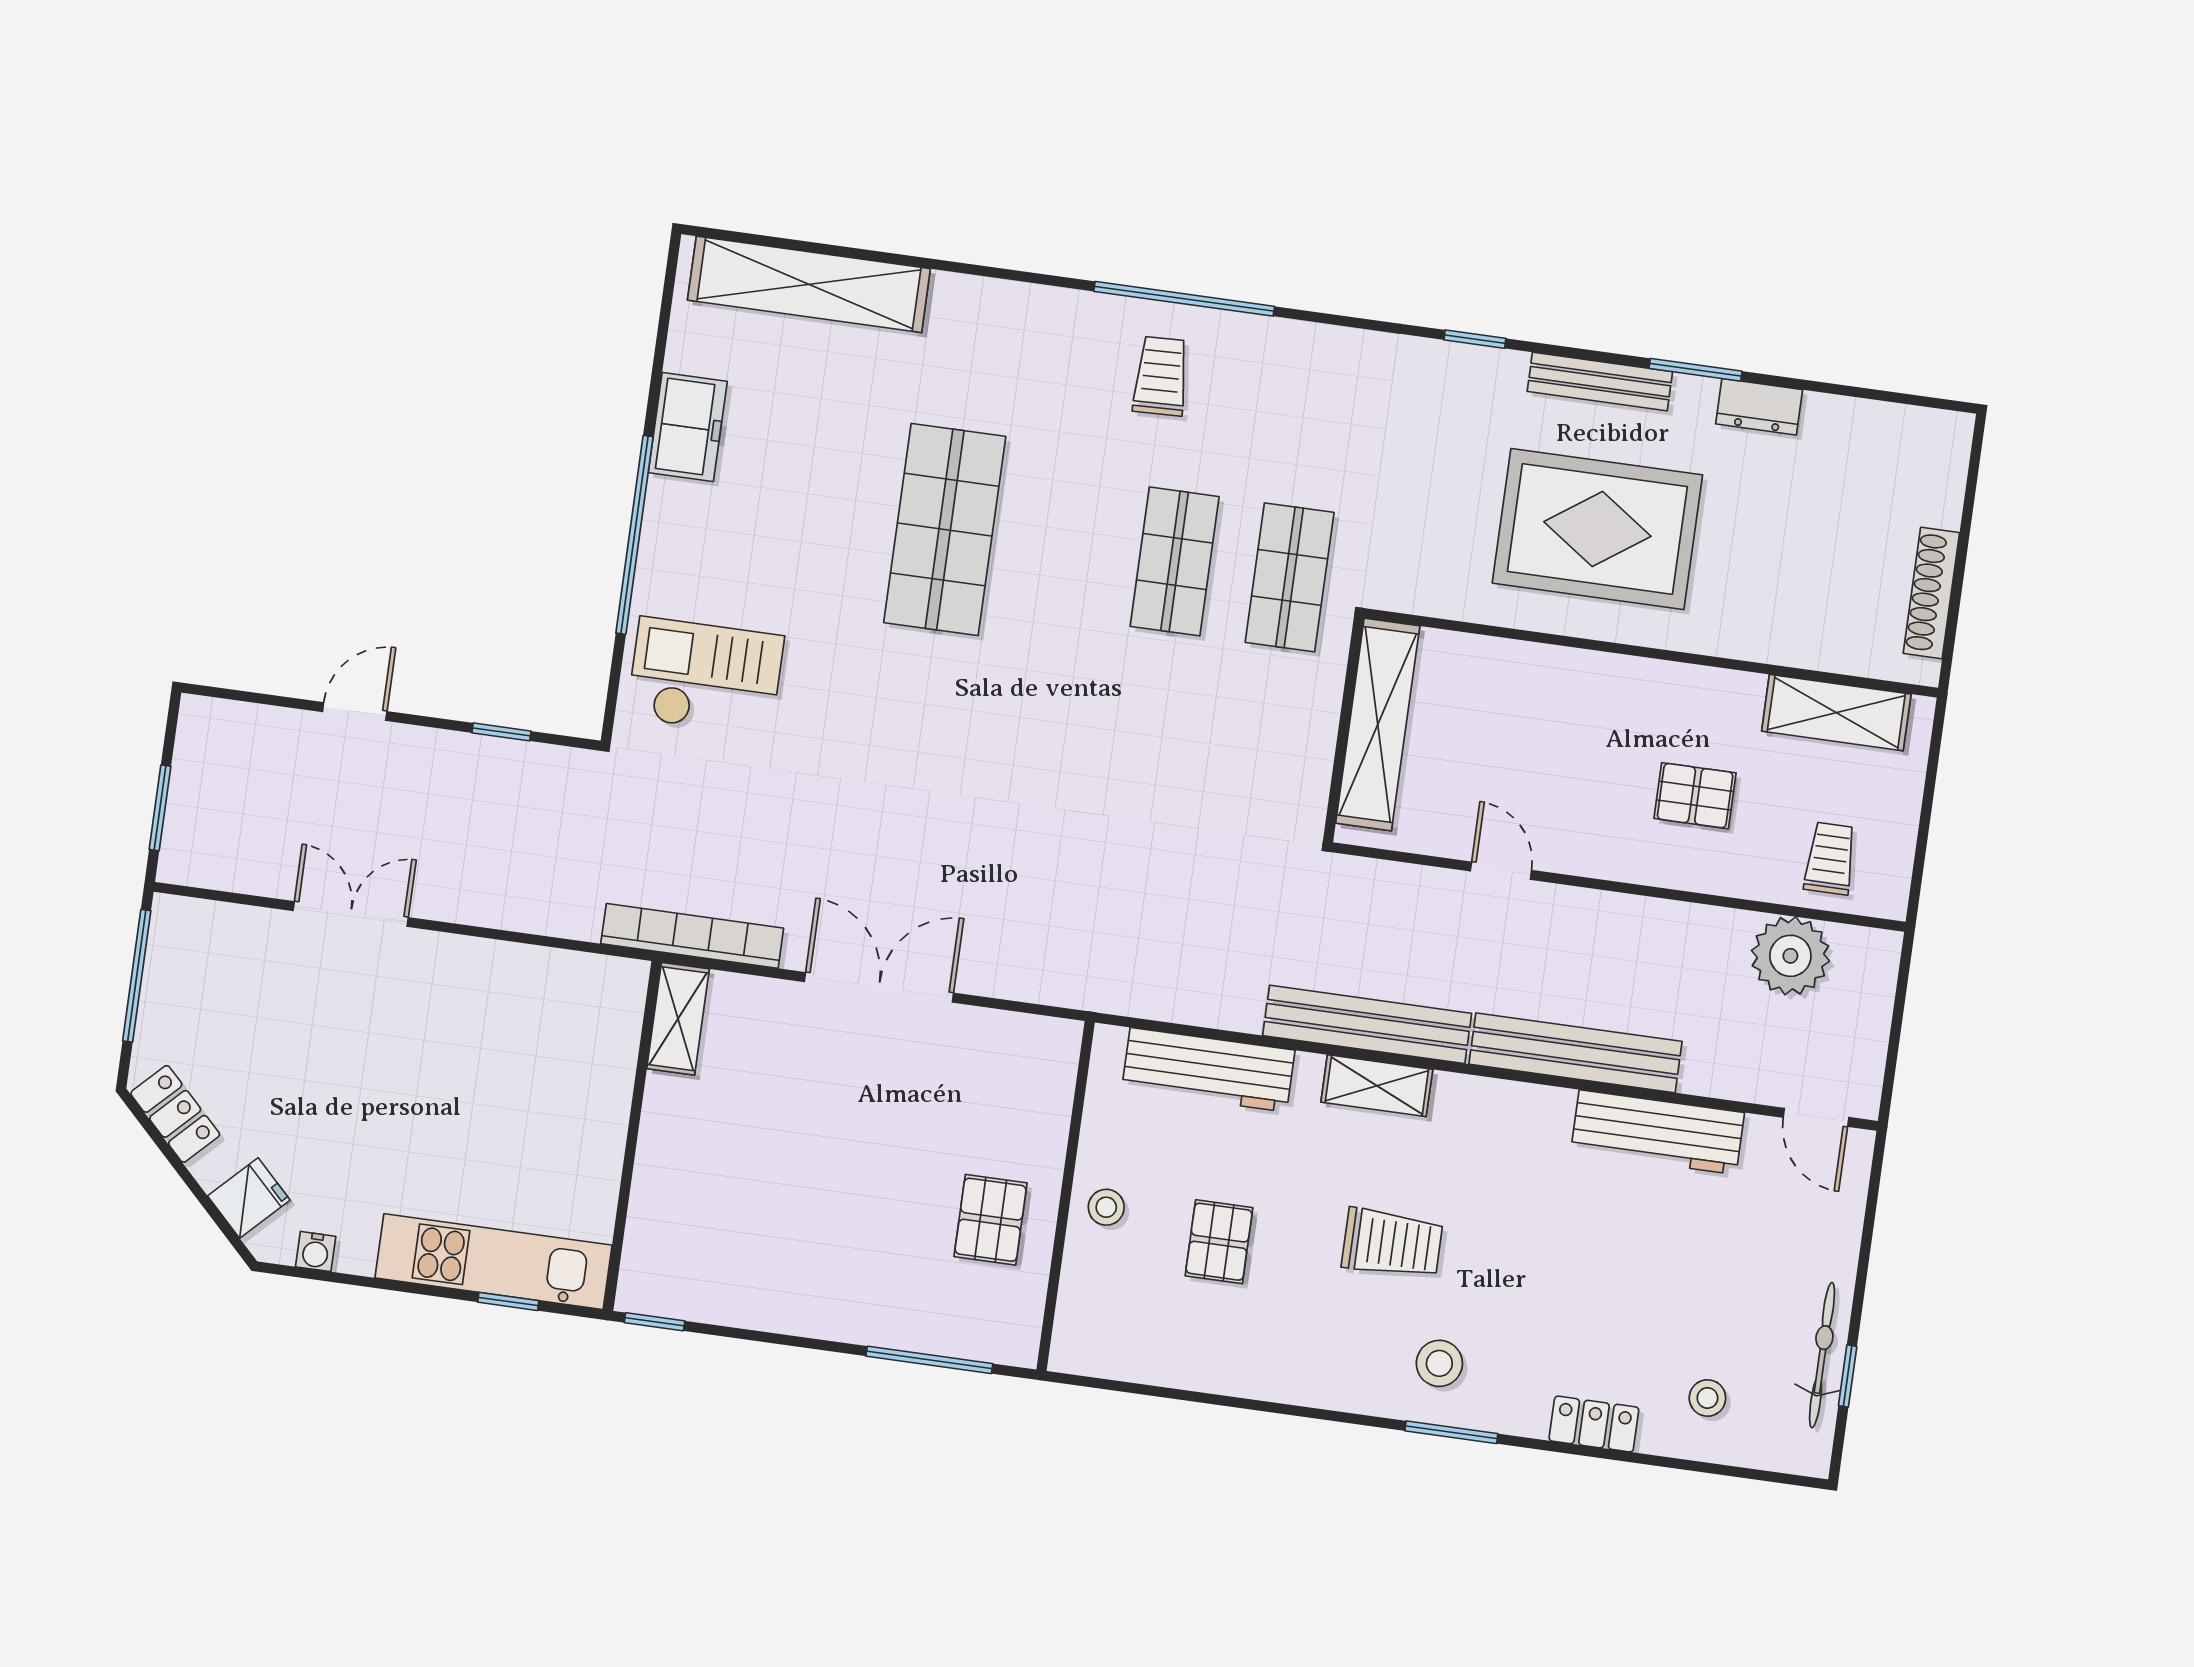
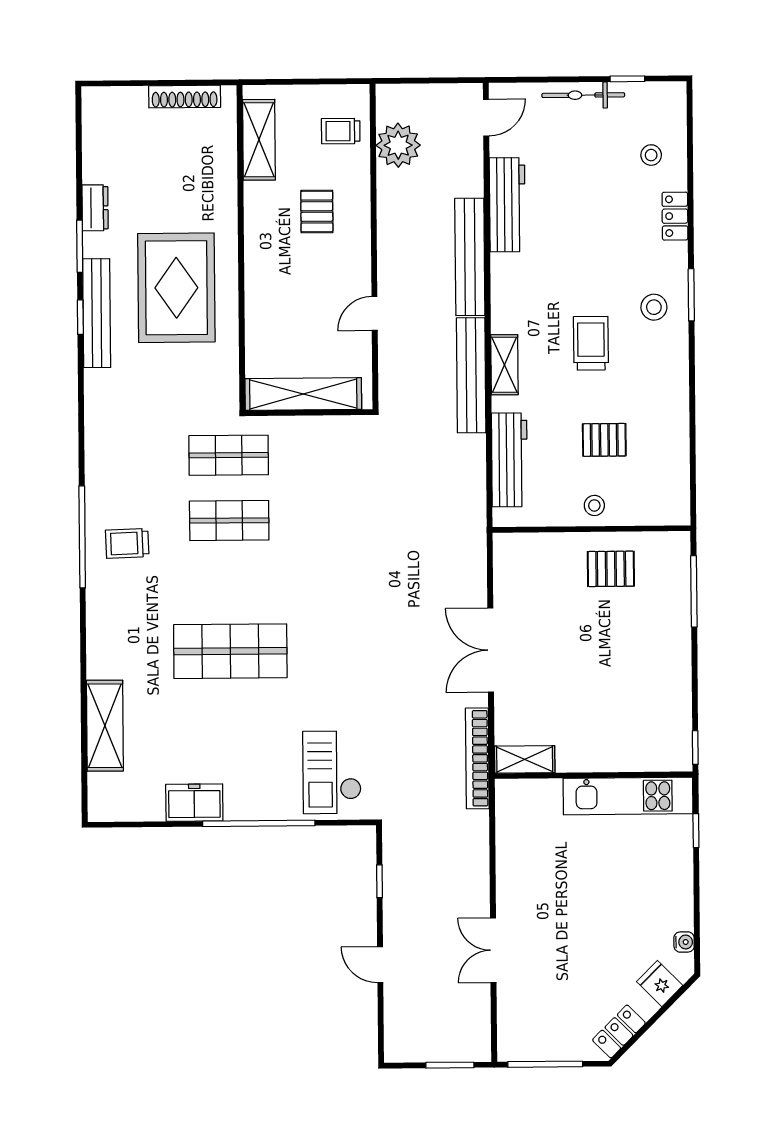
shelving: (809, 284) -> (105, 726), width x0.68
window: (1475, 339) -> (80, 317), moved
bench: (1600, 382) -> (97, 313), width x1.37, depth x1.21
kitchen unit: (494, 1262) -> (628, 796), moved, turned -90
bicycle: (1822, 1355) -> (583, 95), moved

